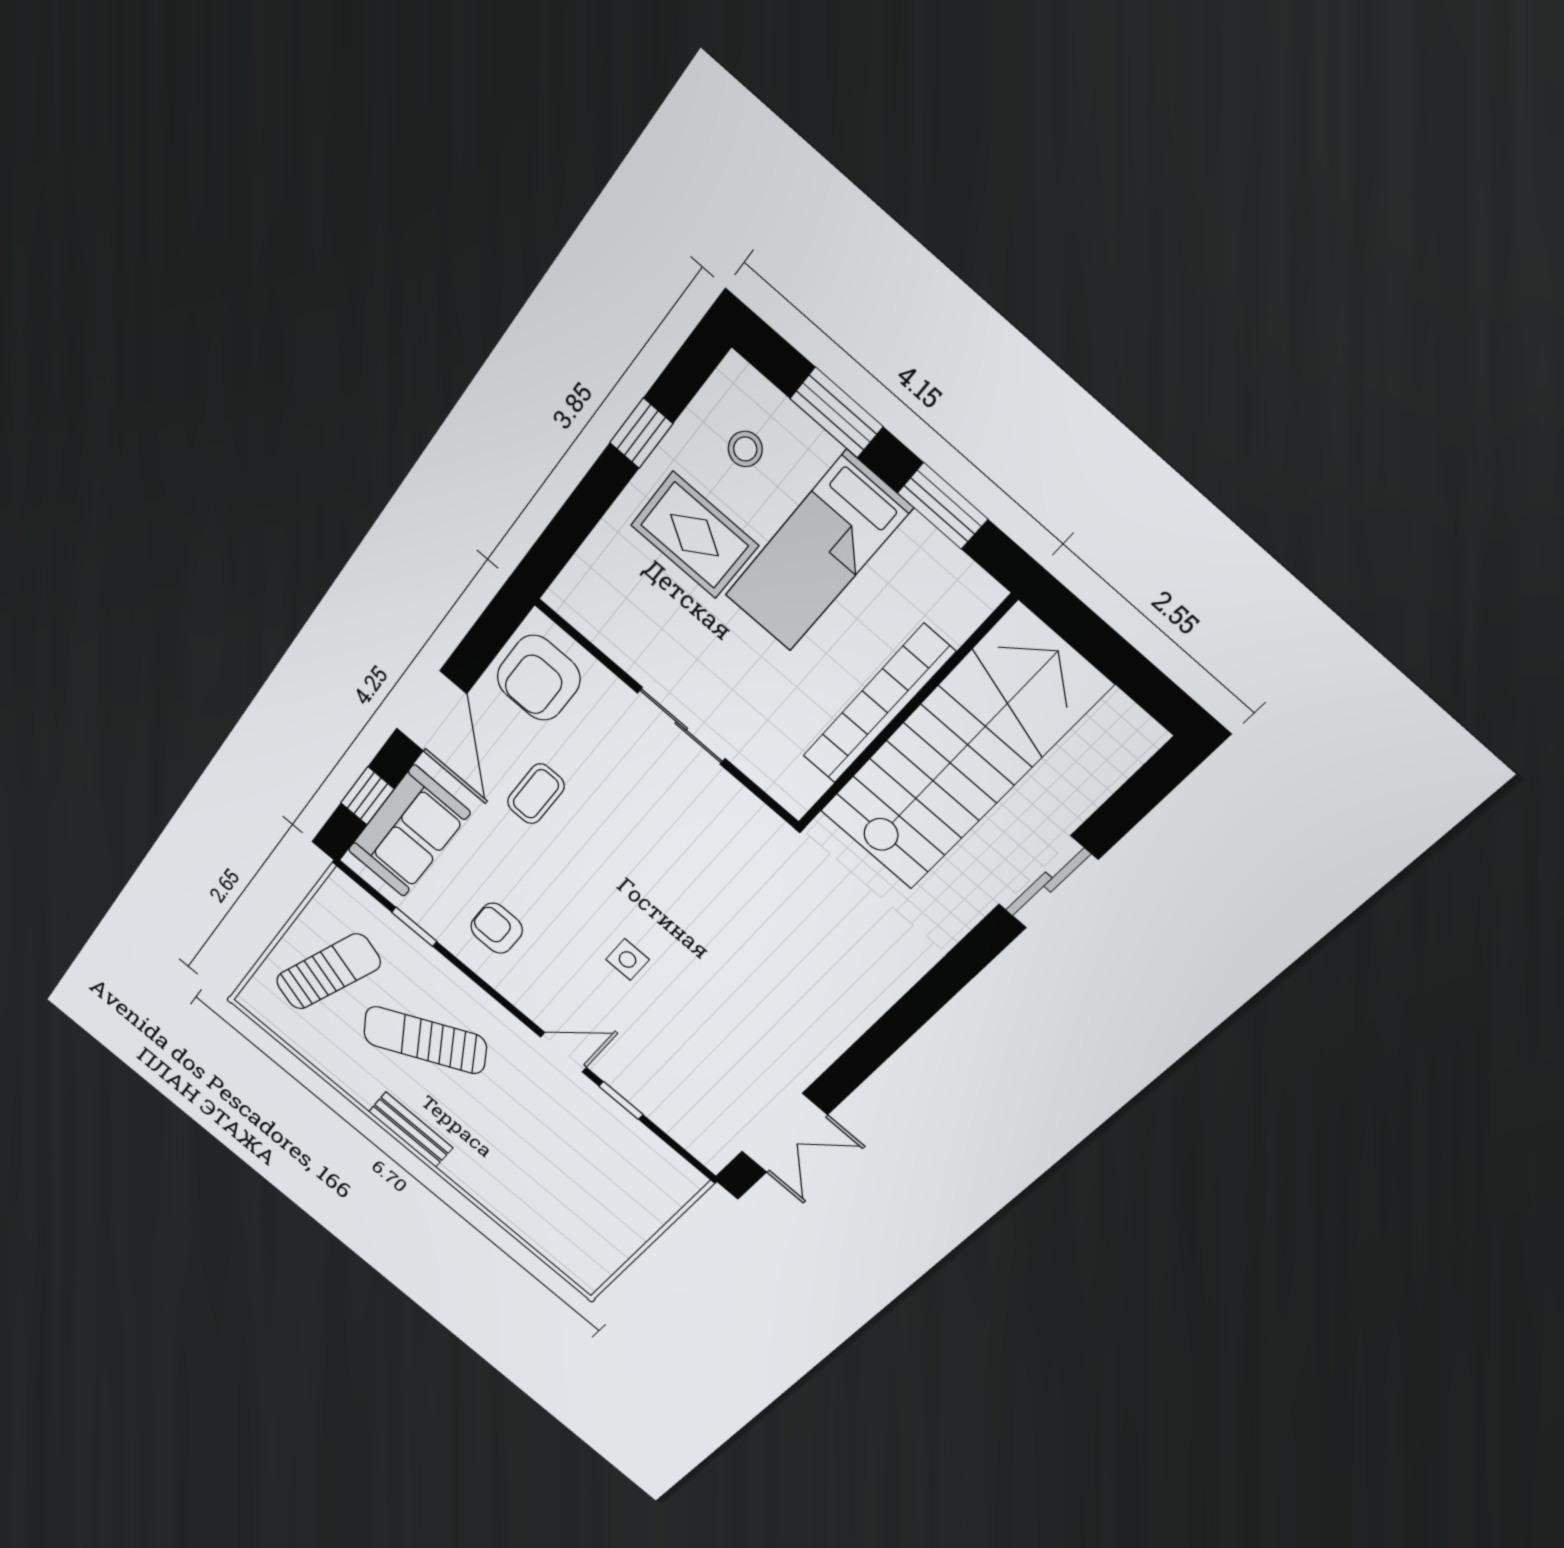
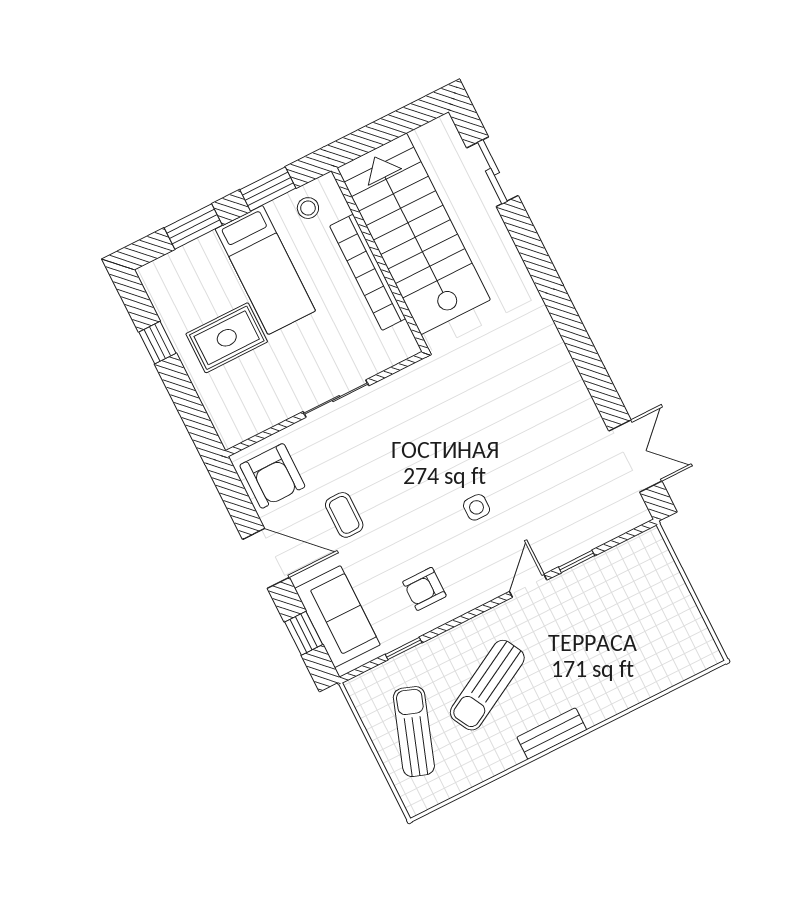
stool: (745, 449) -> (308, 208), moved
sliding door: (1048, 882) -> (492, 172), moved

